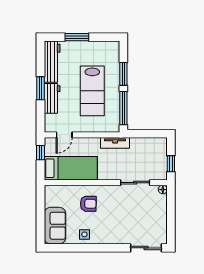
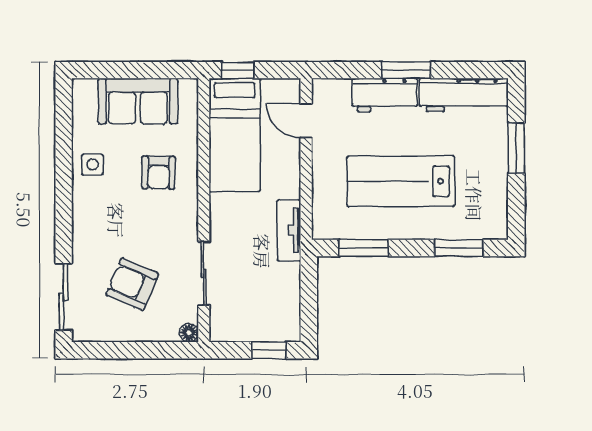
window: (123, 74) -> (459, 248), moved
window: (123, 108) -> (364, 248), width x0.69
window: (40, 153) -> (238, 70), moved
window: (171, 164) -> (269, 350), moved
armchair: (140, 216) -> (132, 284), added
sofa: (55, 226) -> (138, 101), moved

